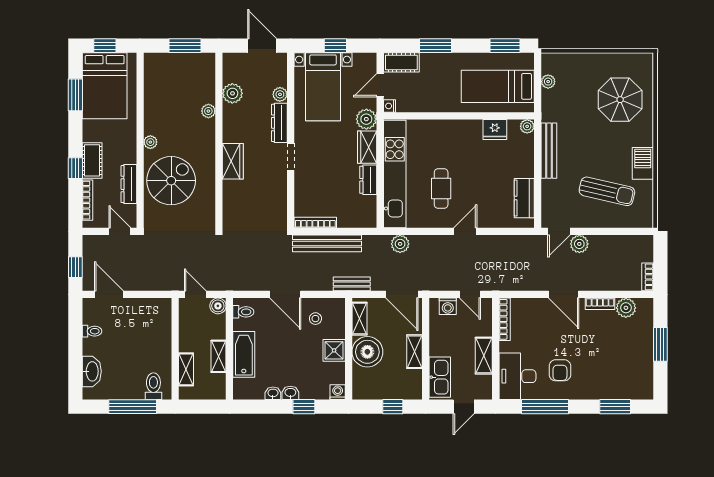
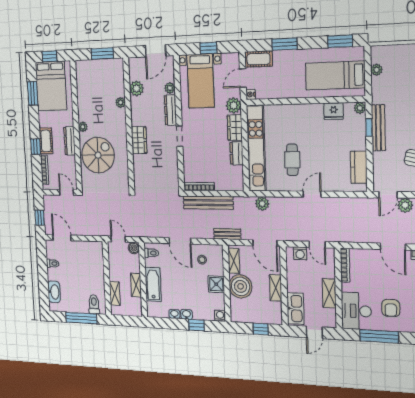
door: (262, 46) -> (156, 51), swing flipped
window: (538, 150) -> (369, 127), added
dresser: (129, 184) -> (70, 141), moved

